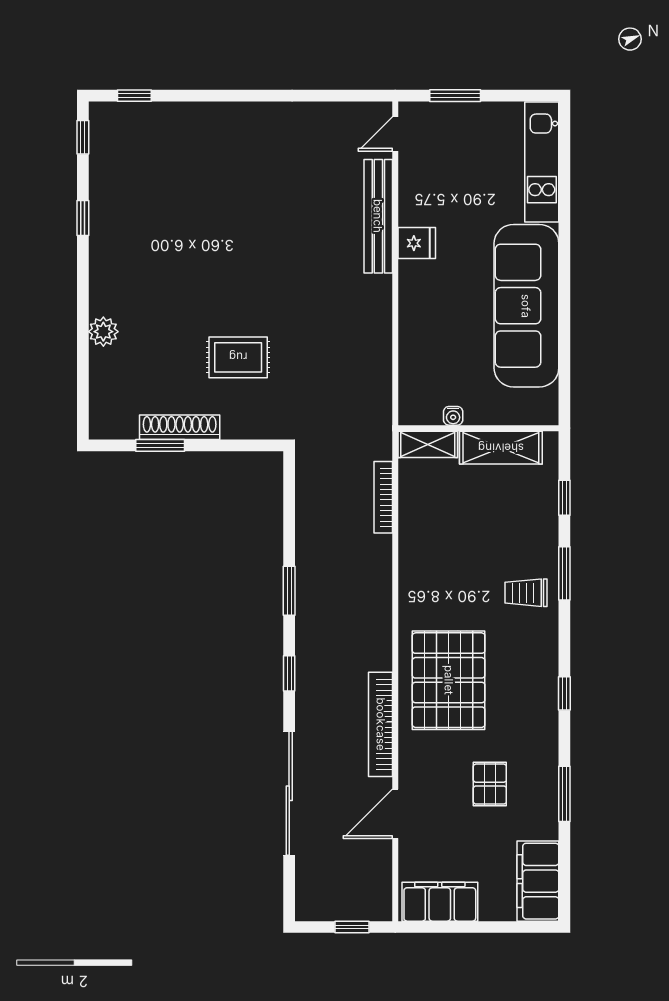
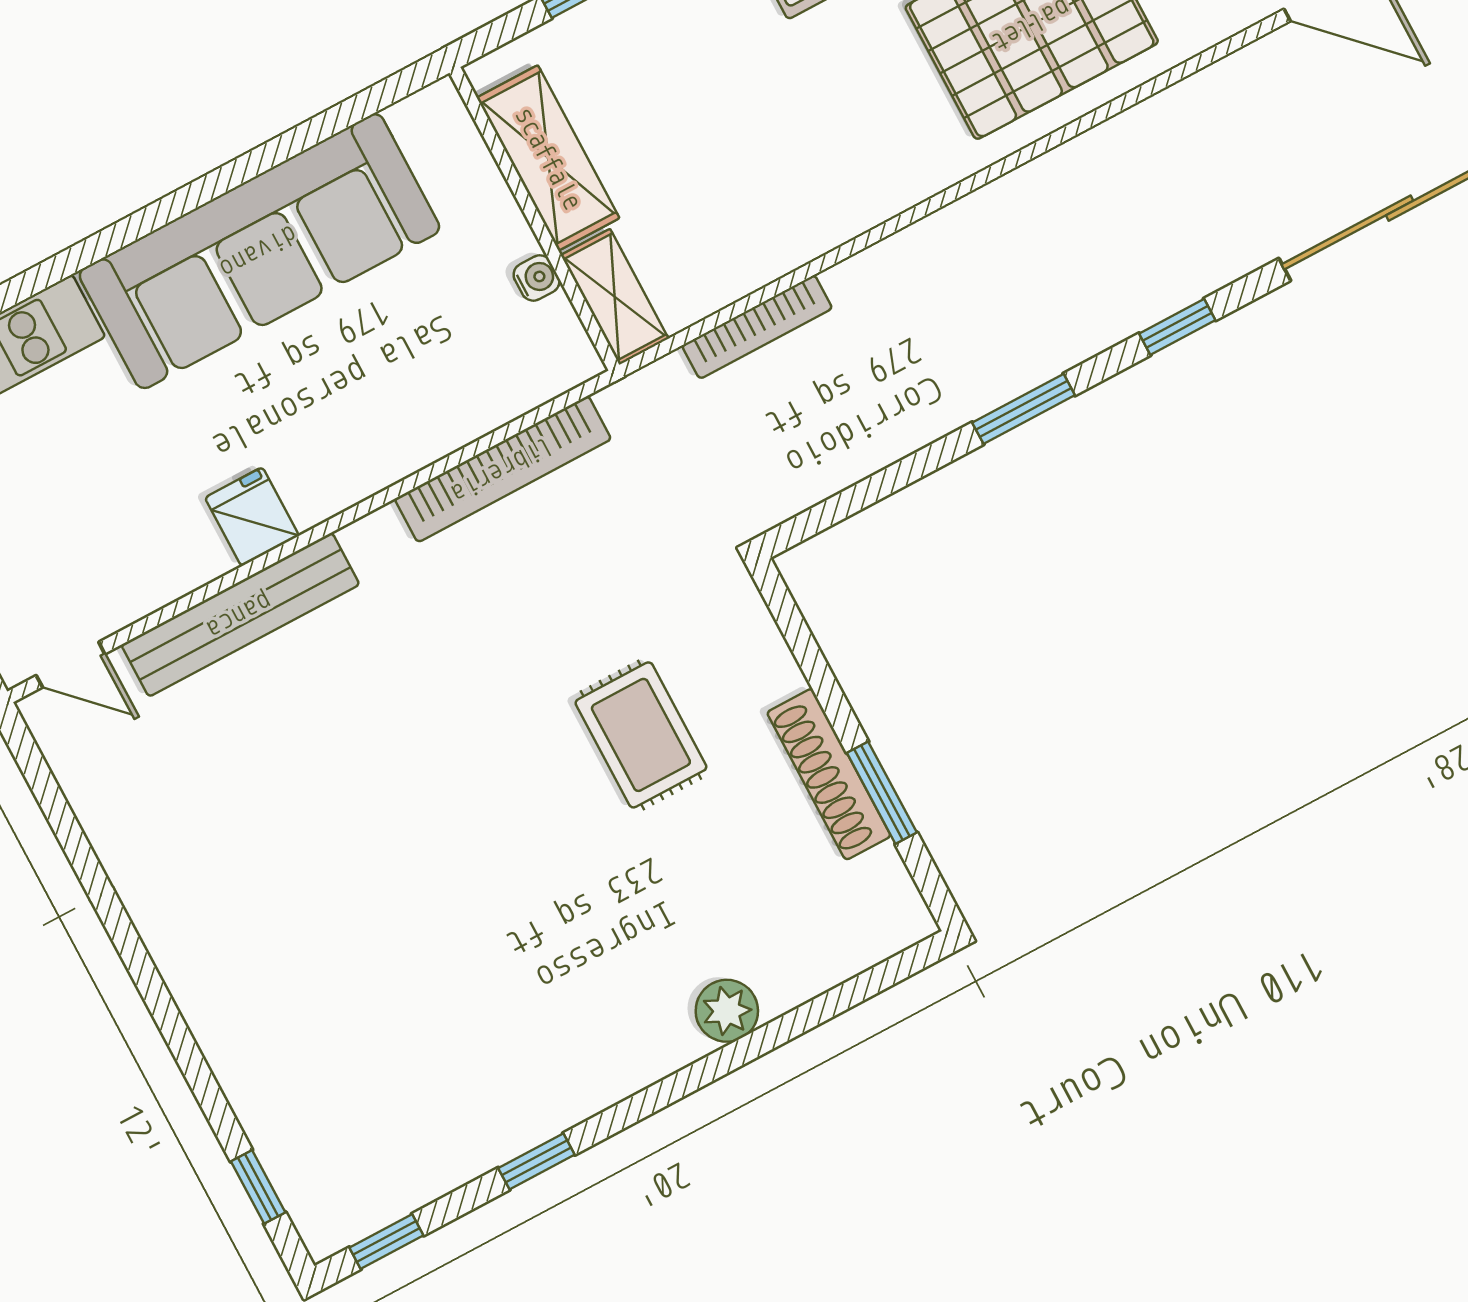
bookcase: (381, 724) -> (503, 469), moved

